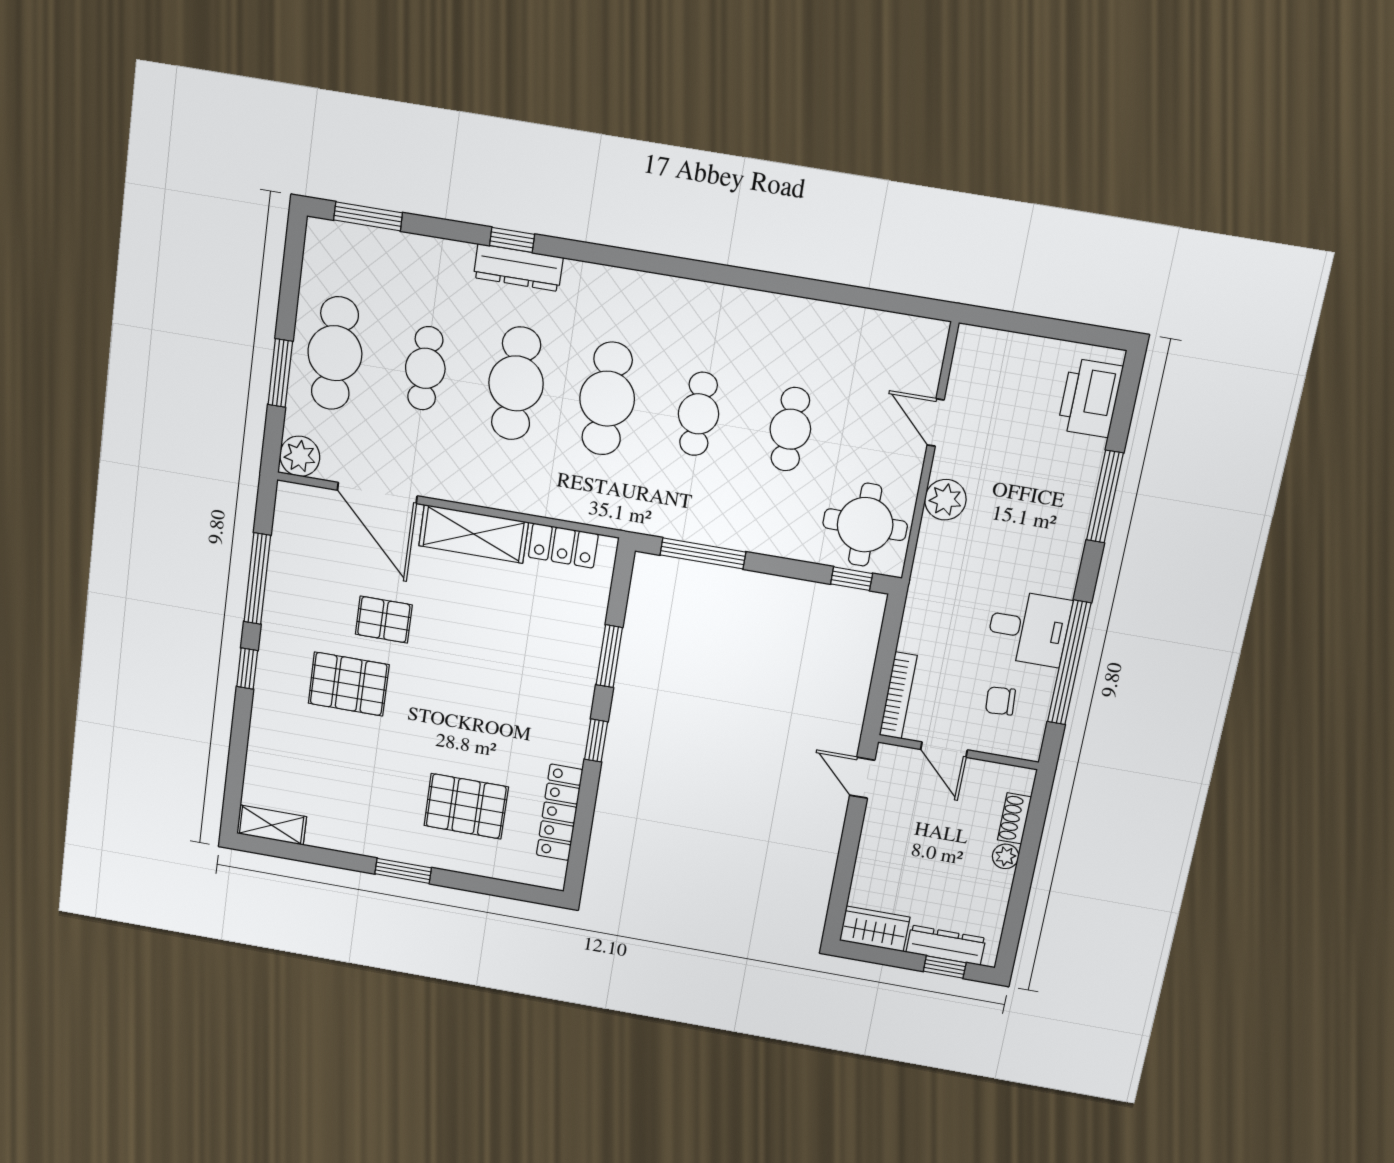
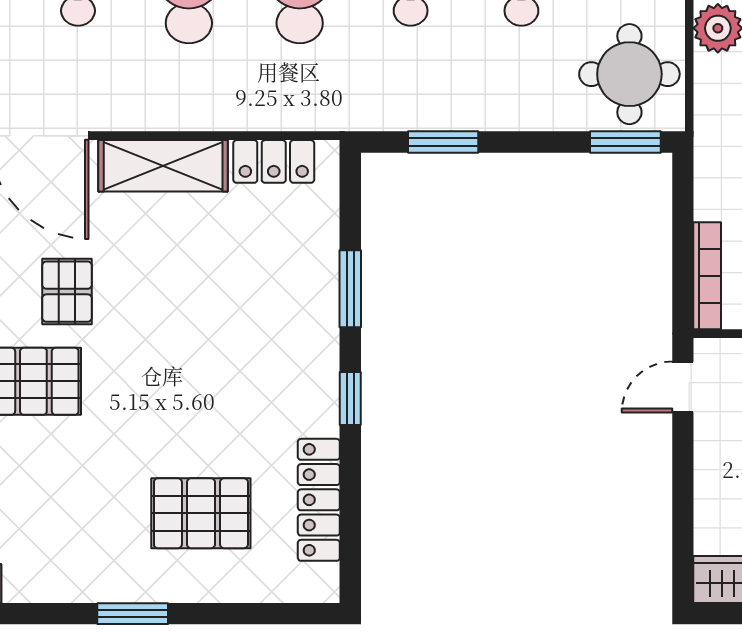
window: (703, 553) -> (443, 142), width x0.69
window: (852, 579) -> (625, 142), width x1.50
pallet: (384, 620) -> (67, 292), turned 90
door: (862, 778) -> (683, 387), hinge flipped

